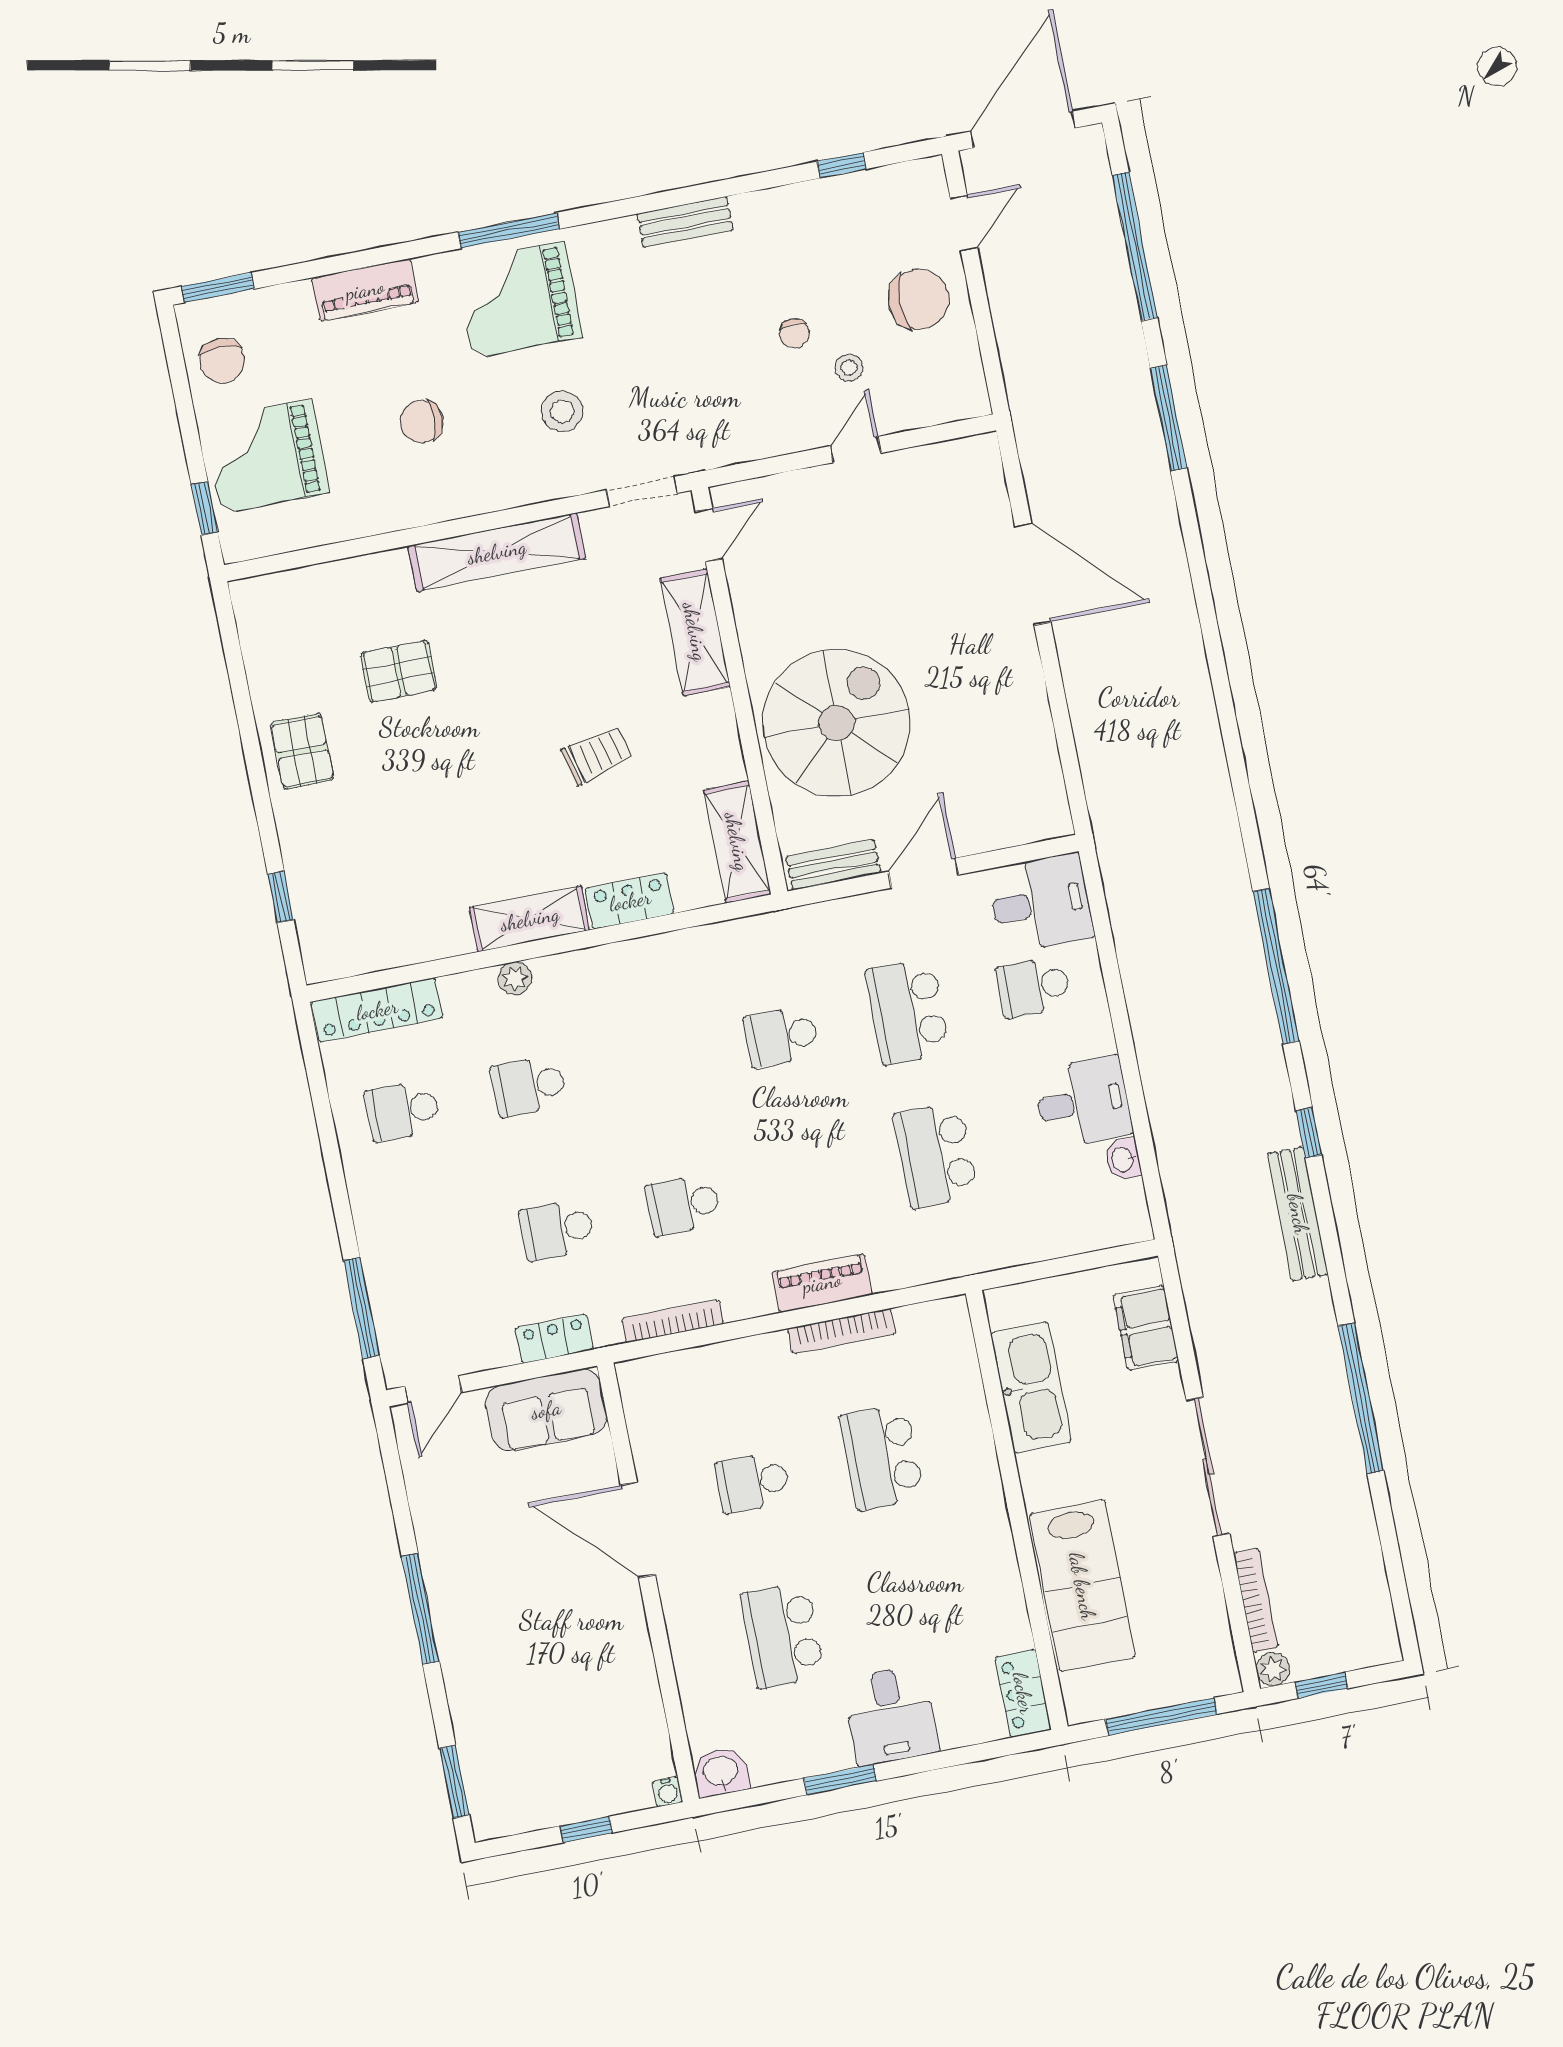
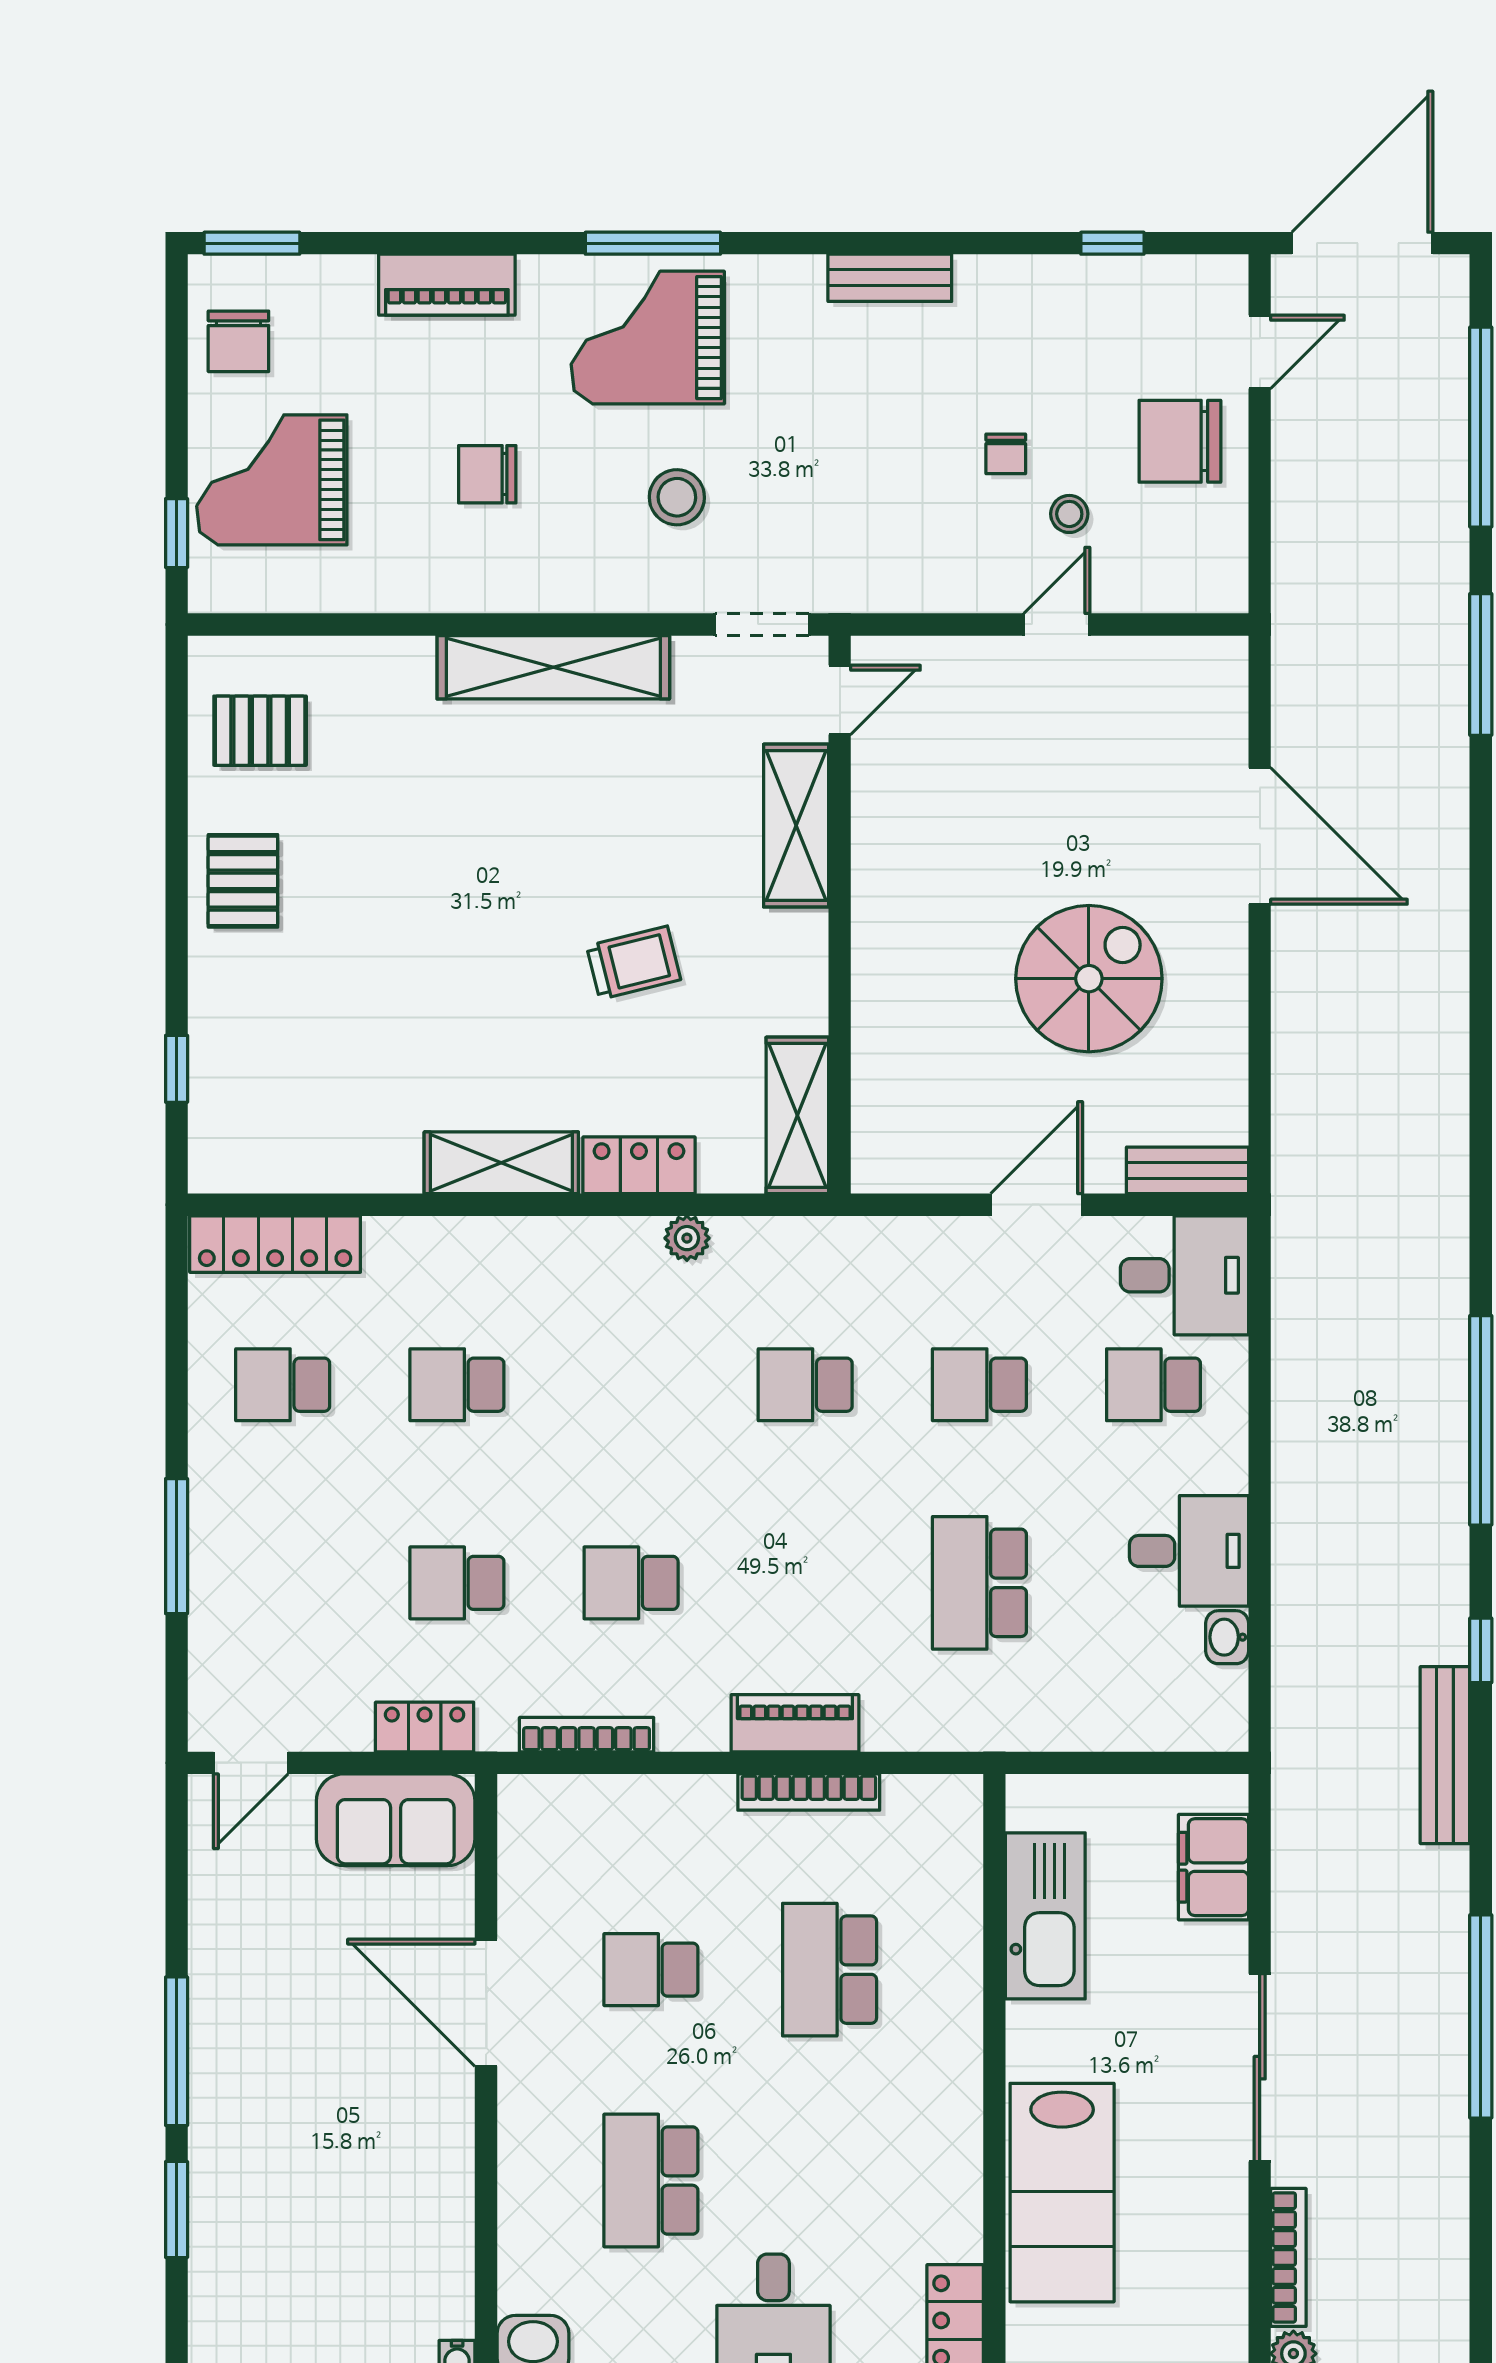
chair: (919, 299) -> (1180, 441), turned 180
pallet: (399, 671) -> (260, 731), moved
spiral stairs: (837, 723) -> (1089, 979), moved, width x0.73, depth x0.73
bench: (833, 865) -> (1188, 1170), moved
plant: (515, 978) -> (687, 1238), moved
school desk: (908, 1012) -> (979, 1385), width x0.54
window: (361, 1308) -> (177, 1546), moved
window: (454, 1782) -> (177, 2209), moved

